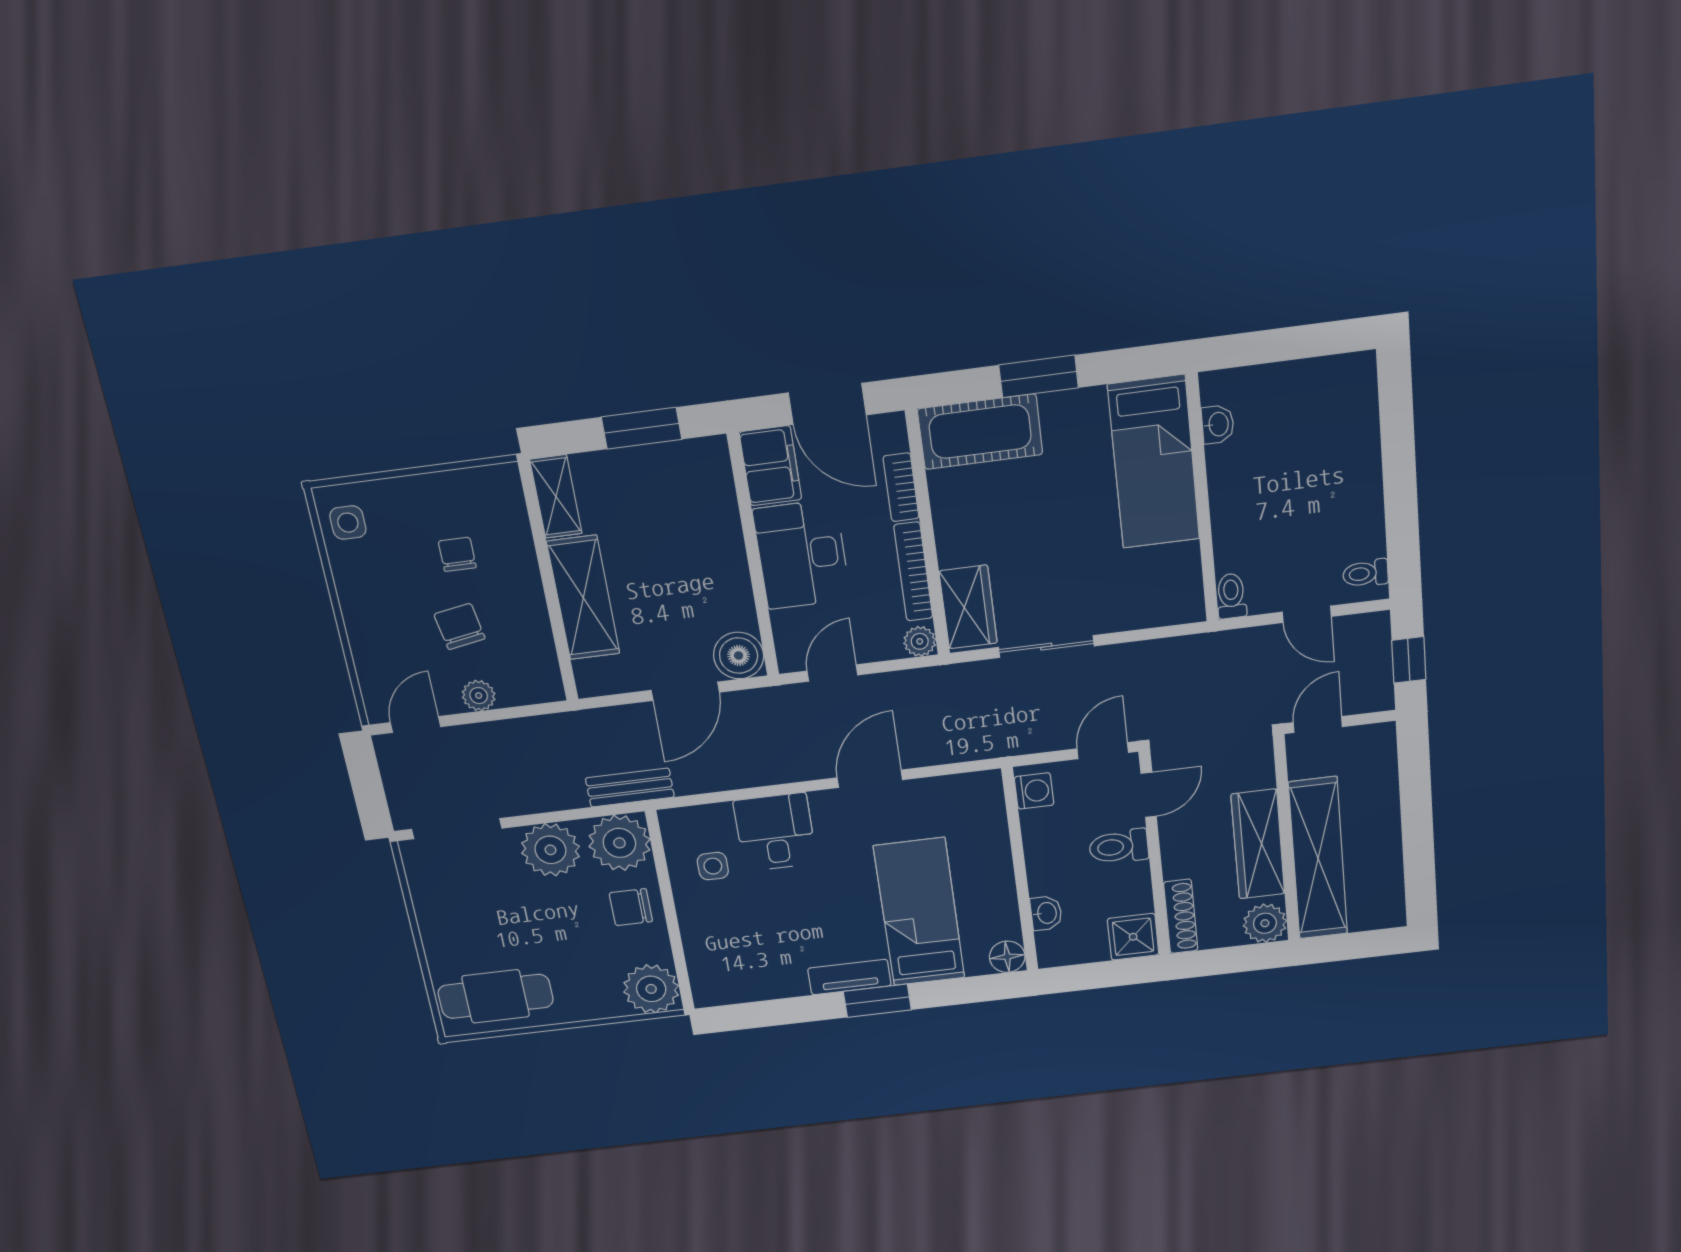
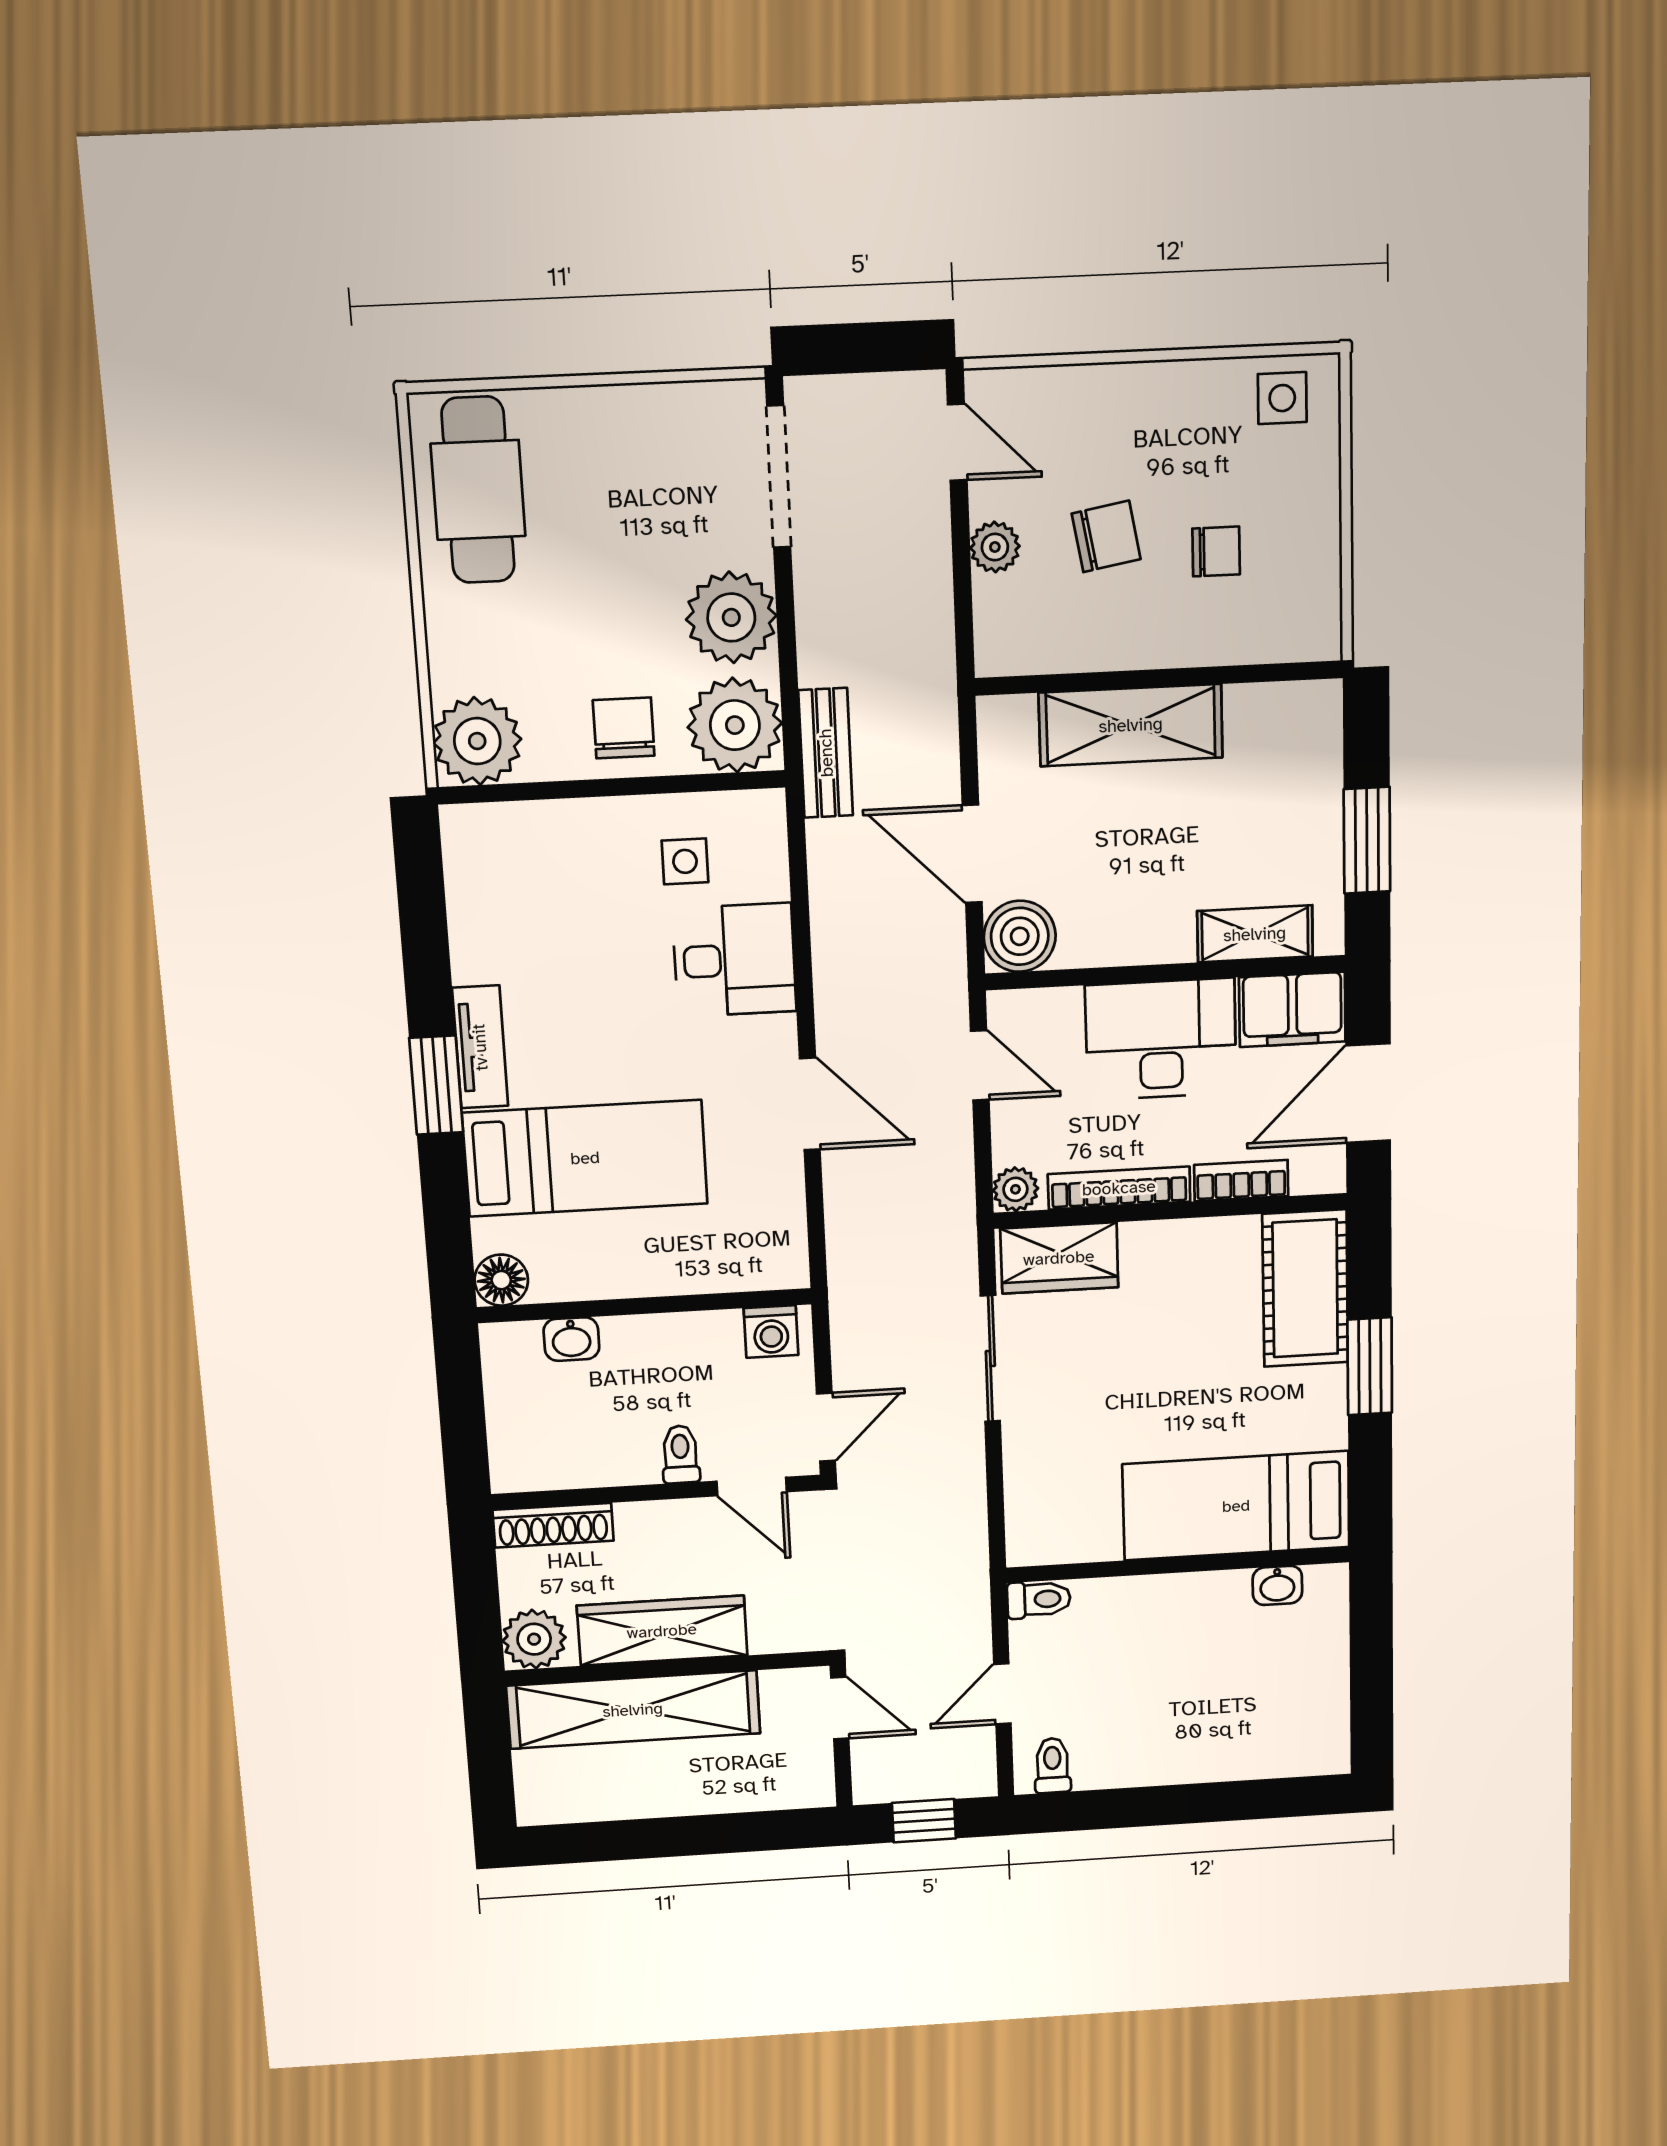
shelving: (556, 497) -> (1255, 934), moved
door: (1103, 751) -> (826, 1427), hinge flipped
toilet: (1119, 847) -> (680, 1454), width x0.73, depth x0.72
shower: (1133, 937) -> (524, 1459), removed

